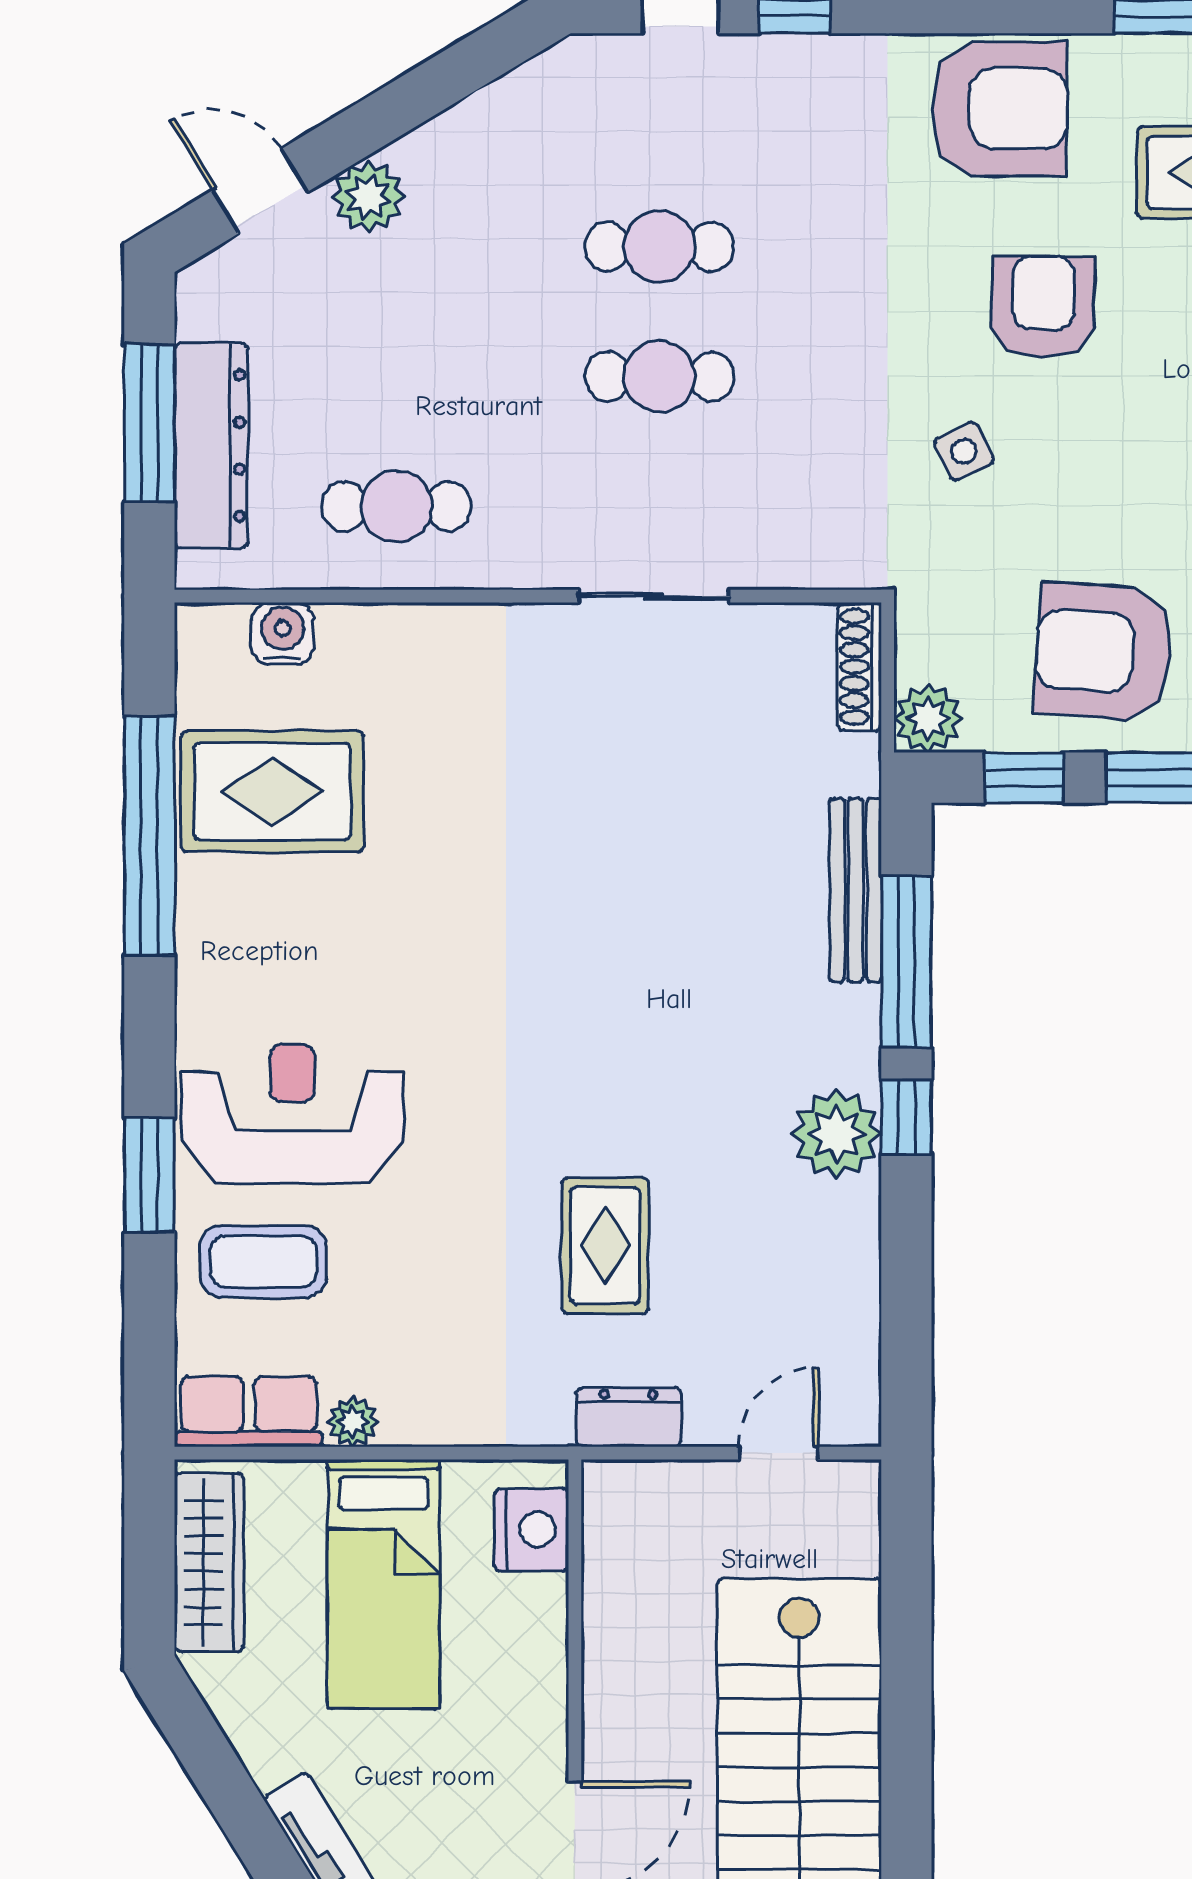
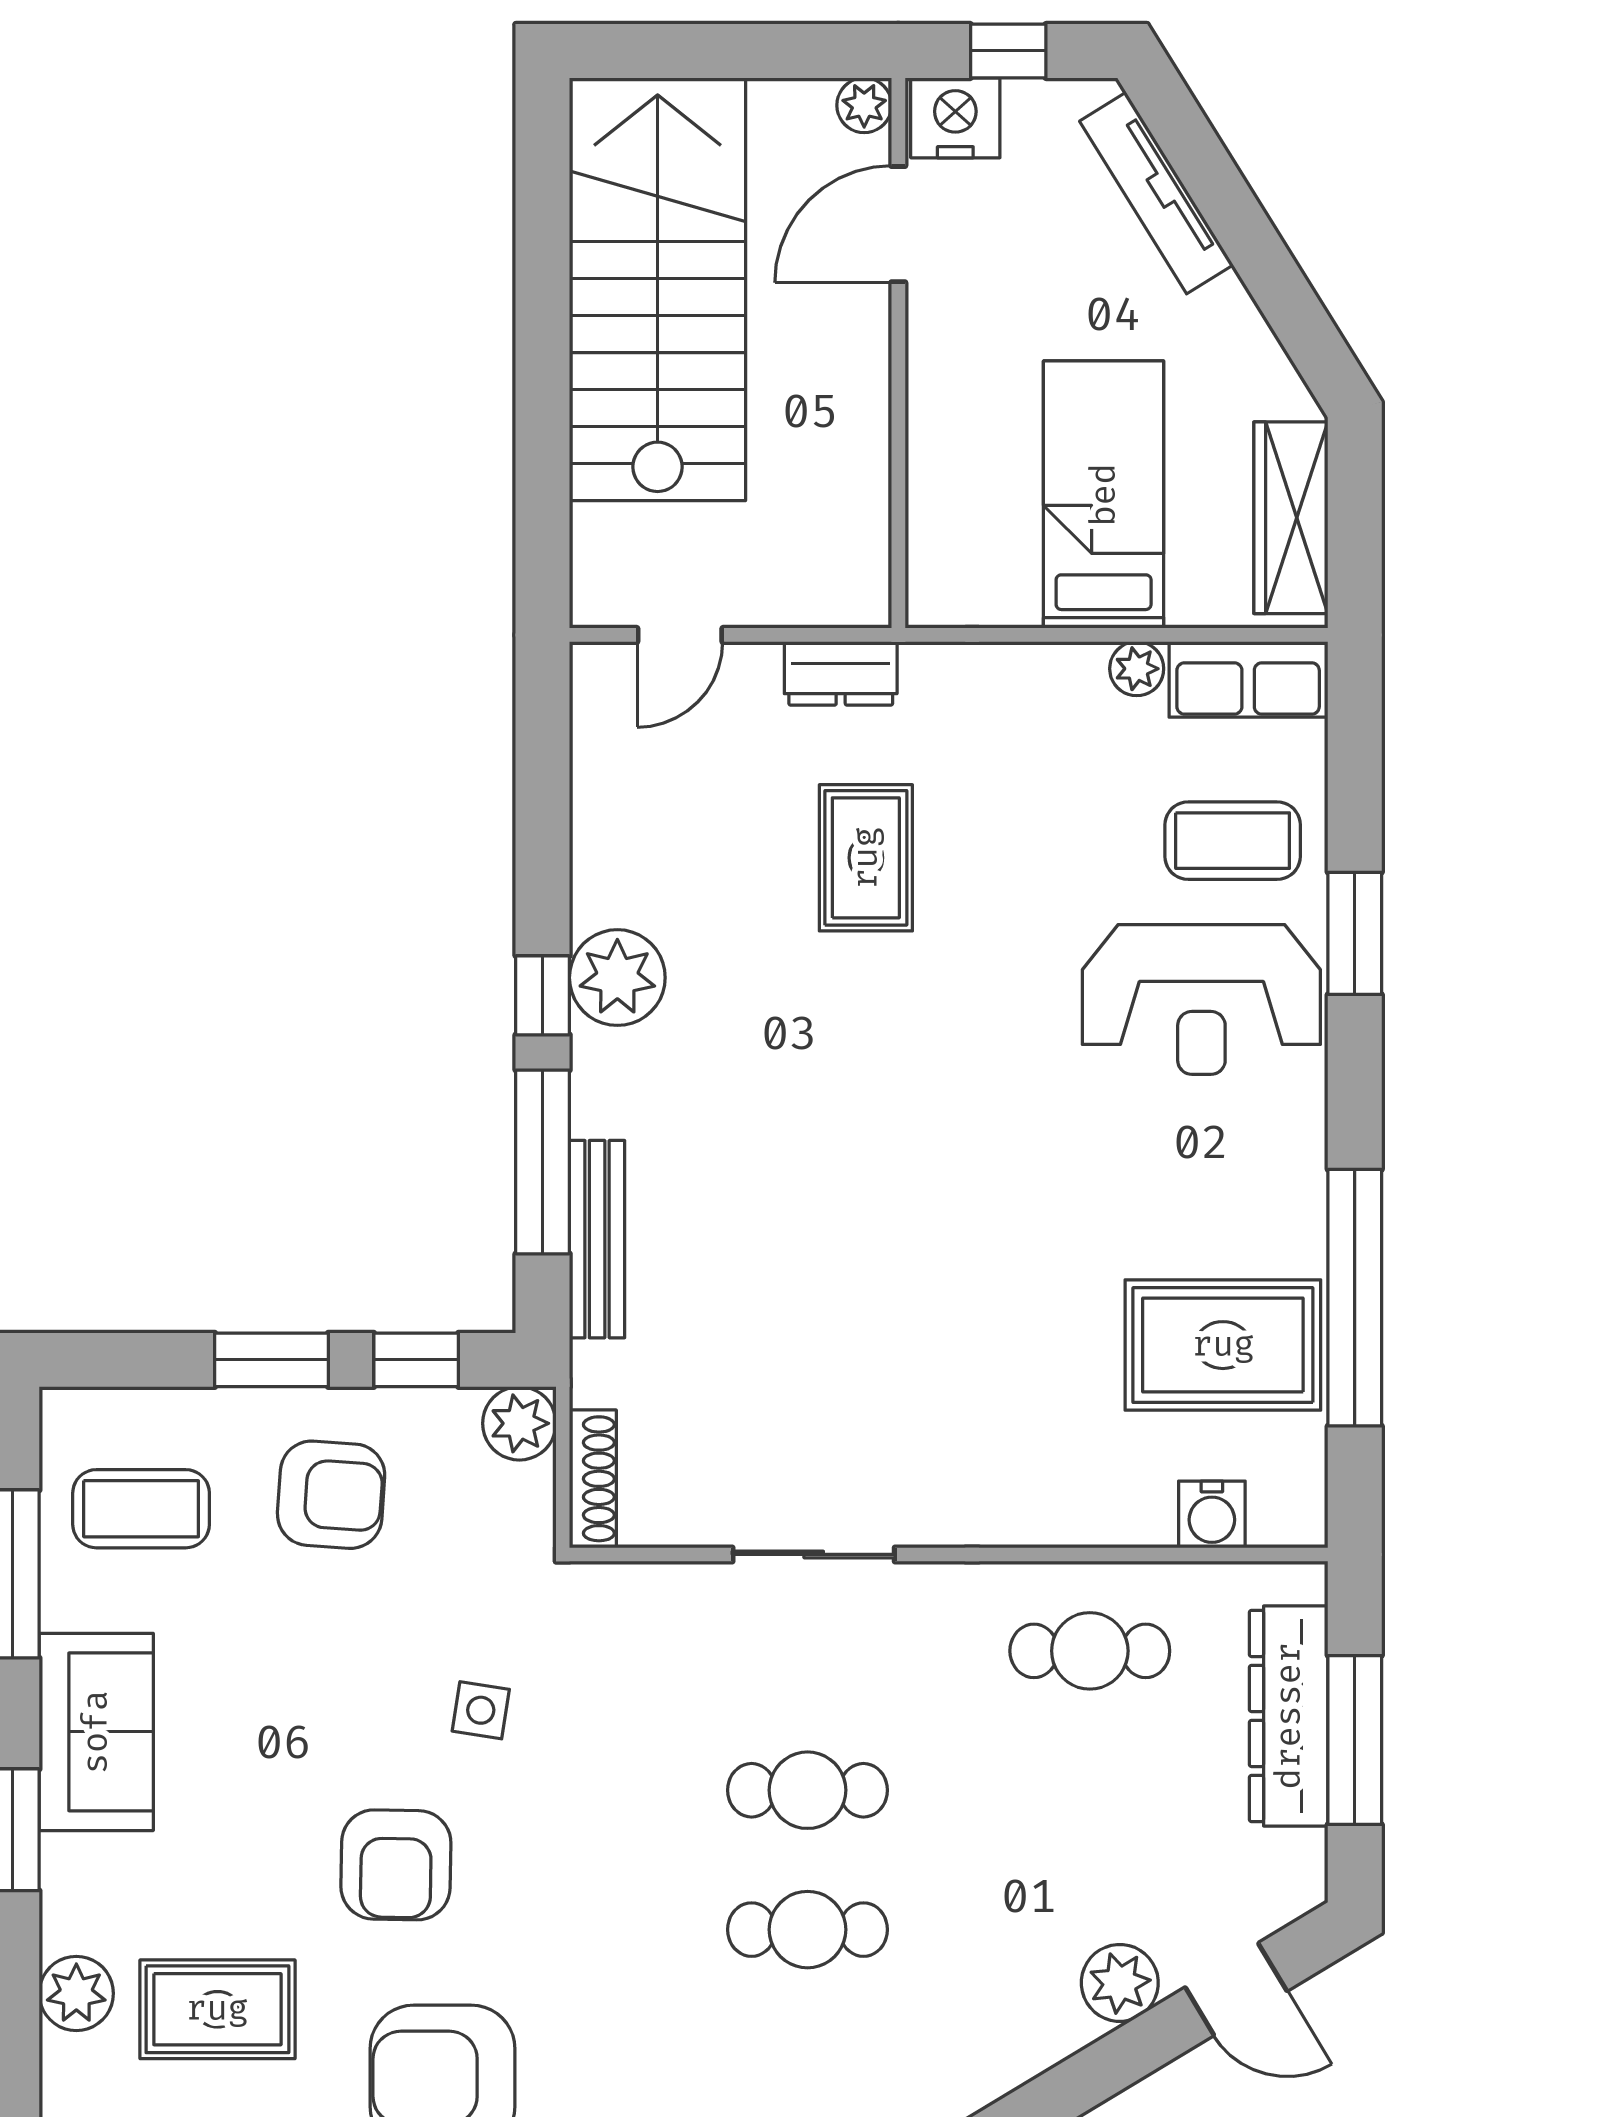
side table: (964, 451) -> (481, 1710), turned 35
armchair: (1103, 652) -> (331, 1495), width x0.73, depth x0.73
nightstand: (531, 1530) -> (945, 553), removed

